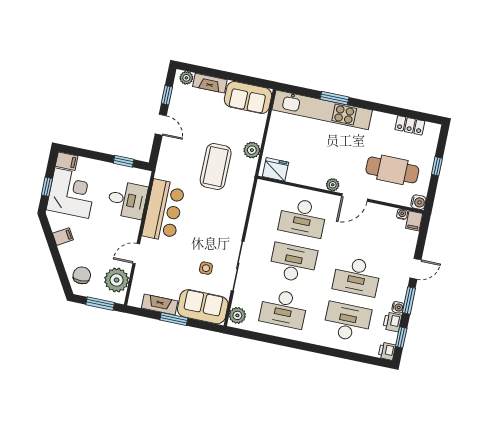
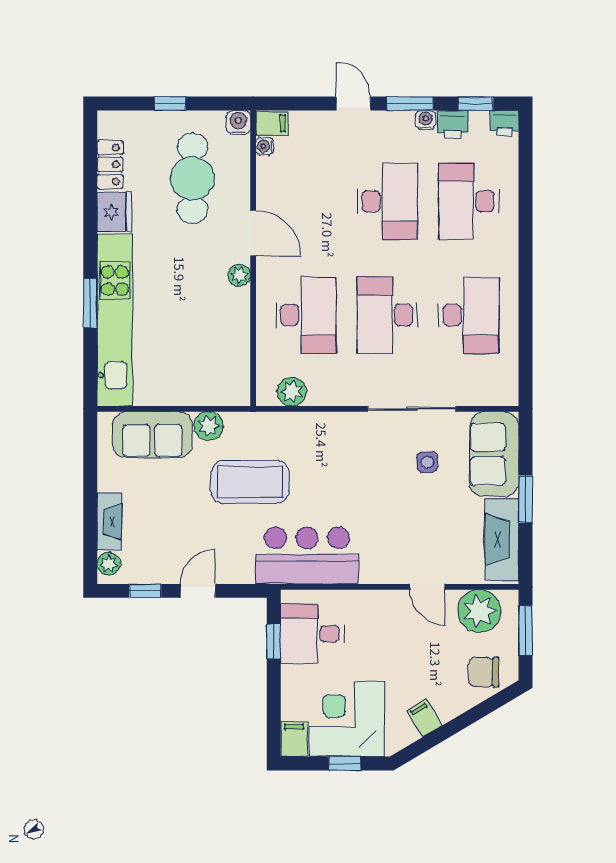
sofa: (248, 97) -> (152, 435), moved, turned 90
fridge: (275, 169) -> (114, 212), moved, turned 180
desk: (127, 200) -> (312, 634), moved, turned -90
bar counter: (163, 211) -> (307, 556), moved
fireplace: (160, 305) -> (502, 540), width x1.37, depth x1.32
plant: (237, 315) -> (292, 392), moved

